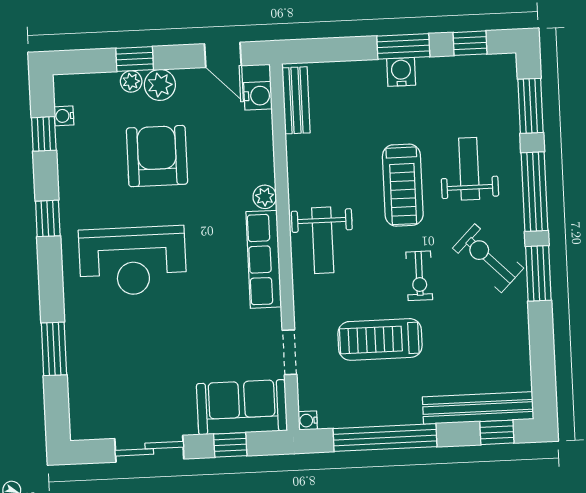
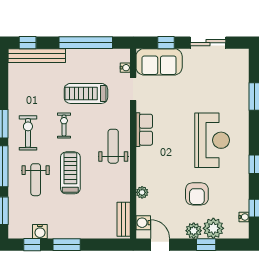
water cooler: (401, 72) -> (40, 232), moved
plant: (131, 81) -> (213, 228), width x1.87, depth x1.87
armchair: (157, 156) -> (197, 194), width x0.73, depth x0.73
plant: (265, 197) -> (142, 192), moved
exercise bike: (488, 258) -> (28, 133), turned -135
row of seats: (264, 259) -> (144, 130), width x0.68
reception desk: (133, 261) -> (212, 140), turned 90
treadmill: (380, 339) -> (86, 93), turned 180
water cooler: (308, 420) -> (125, 68), moved

